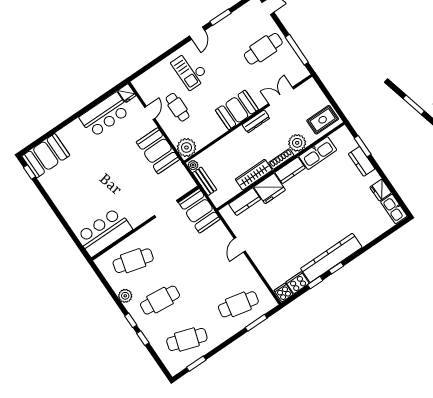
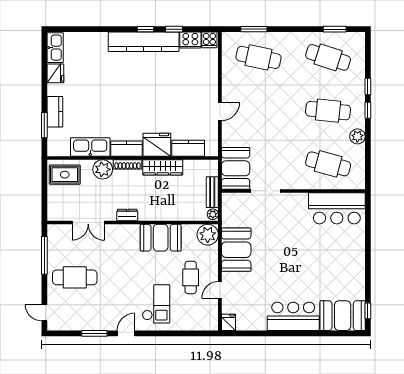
booth: (237, 110) -> (161, 238), moved
bar counter: (105, 115) -> (293, 316), moved
dresser: (256, 121) -> (127, 215), width x0.70

